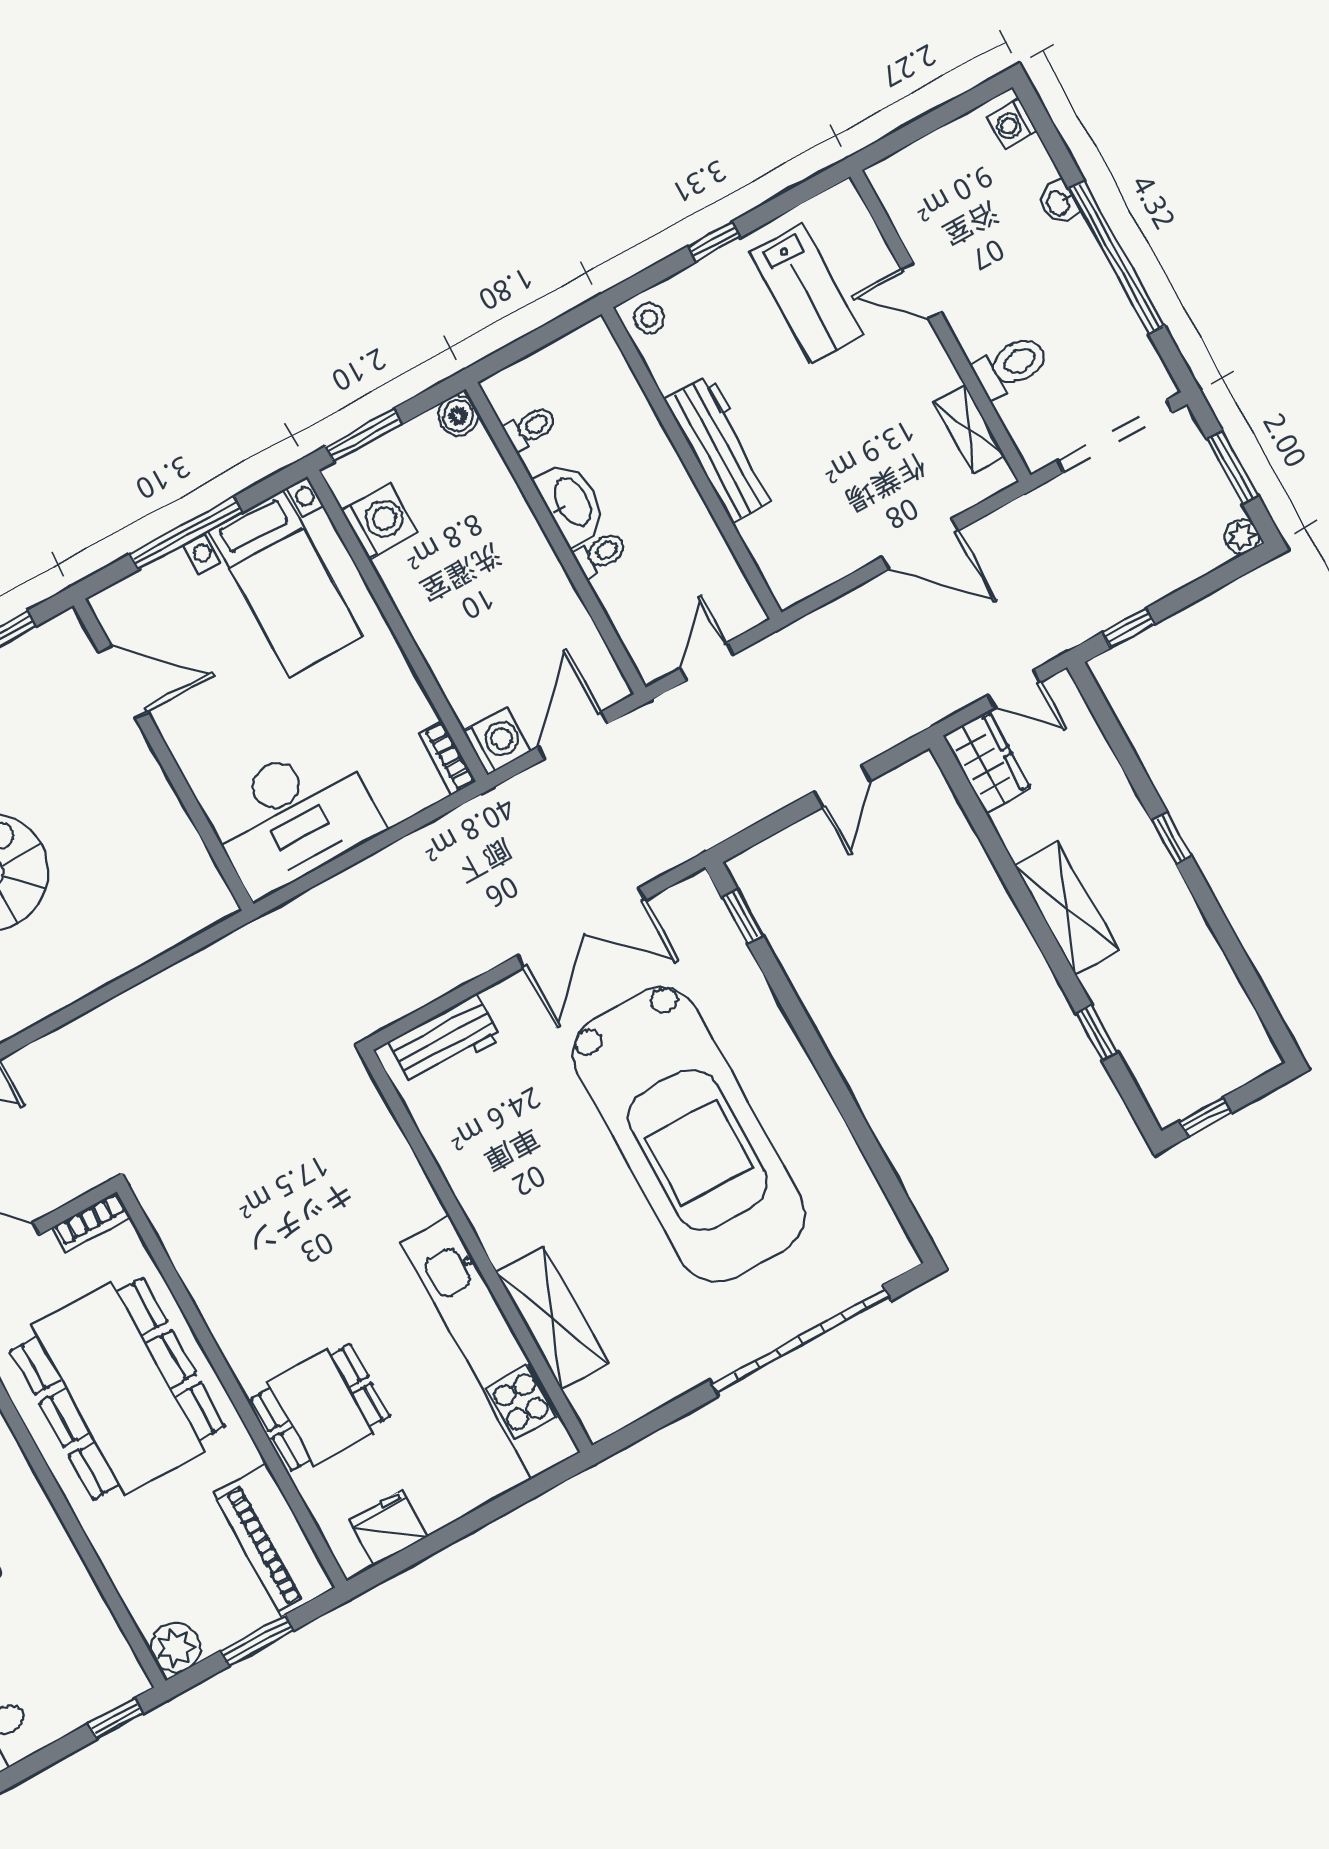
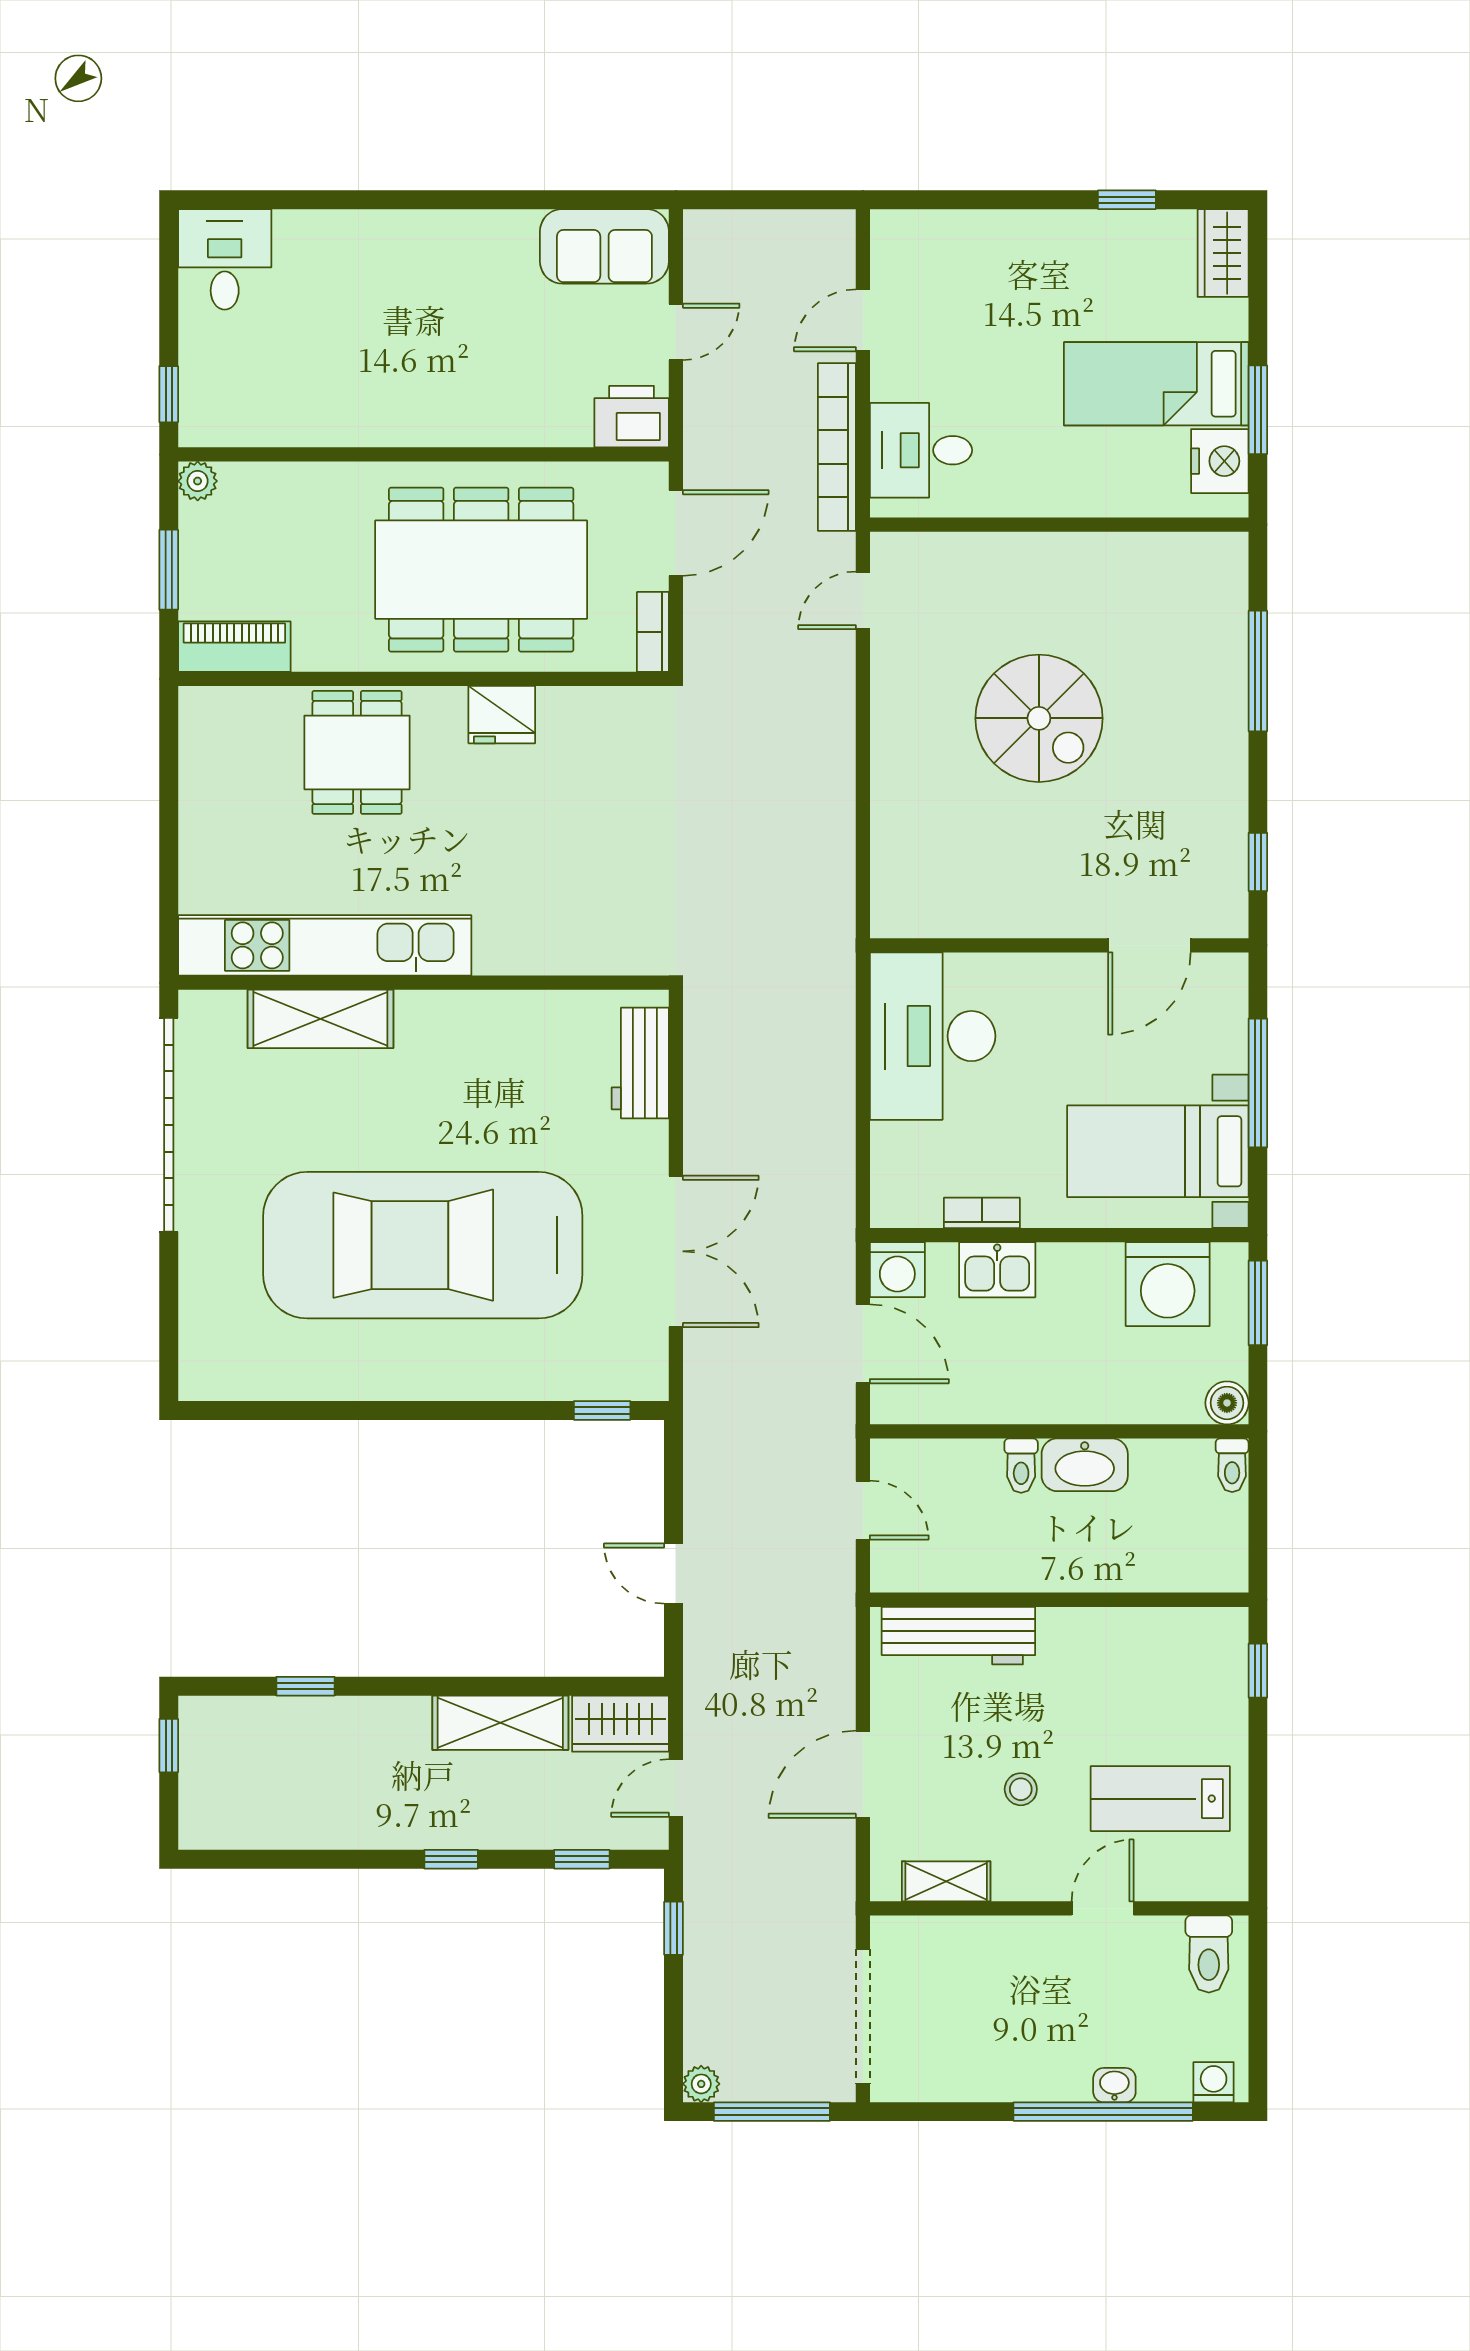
window: (714, 242) -> (1258, 1671), moved
window: (1117, 257) -> (1103, 2112), moved
stool: (649, 318) -> (1021, 1789), moved
toilet: (1011, 366) -> (1209, 1954), moved
toilet: (530, 428) -> (1232, 1465), moved
workbench: (721, 448) -> (958, 1636), moved
window: (1232, 467) -> (772, 2112), width x1.44
washing machine: (379, 521) -> (1168, 1284), width x1.37, depth x1.37
kitchen sink: (453, 660) -> (997, 1270), added
window: (1113, 733) -> (582, 1859), added
bookcase: (447, 758) -> (982, 1213), moved
shelving: (1066, 908) -> (500, 1723), moved
double door: (581, 928) -> (676, 1251), swing flipped
garage door: (801, 1341) -> (169, 1125), moved
fridge: (388, 1528) -> (502, 715), moved, turned 90
piano: (274, 1540) -> (234, 647), width x0.73, depth x0.75
plant: (175, 1648) -> (198, 481), width x0.73, depth x0.73

